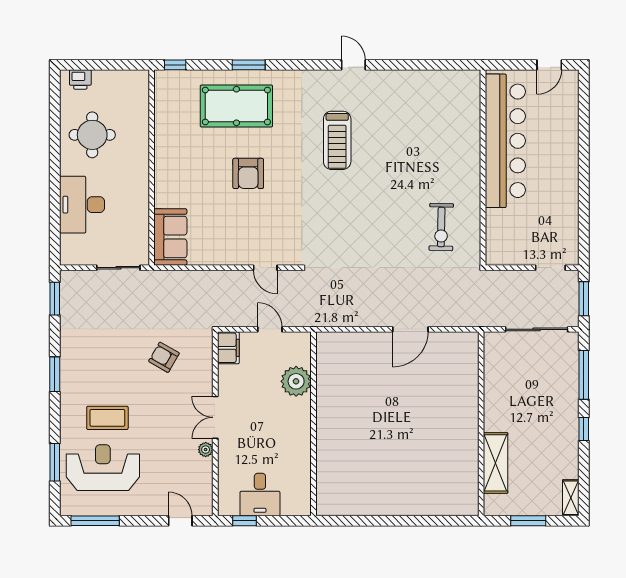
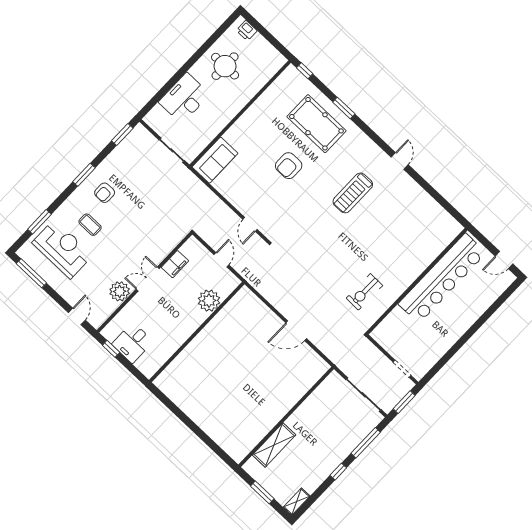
filing cabinet: (228, 348) -> (175, 264), moved
armchair: (164, 357) -> (105, 193), moved, turned -120
coffee table: (107, 418) -> (90, 225), width x0.73, depth x0.77
plant: (206, 450) -> (120, 291), width x1.88, depth x1.88

